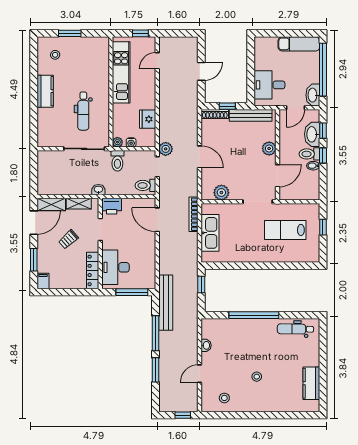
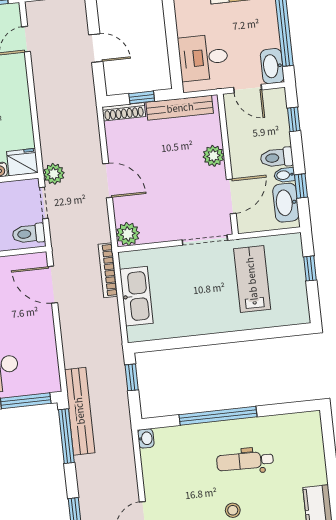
door: (201, 71) -> (96, 48), hinge flipped
door: (296, 108) -> (248, 89), hinge flipped
fridge: (148, 119) -> (22, 162), moved, turned 90
washbasin: (312, 134) -> (286, 203), moved
window: (323, 156) -> (301, 186), moved
plant: (221, 193) -> (128, 234), moved
lab bench: (285, 230) -> (252, 279), turned 90
dental chair: (295, 329) -> (245, 461), moved
window: (155, 333) -> (66, 436), moved
washbasin: (206, 345) -> (146, 438), moved

